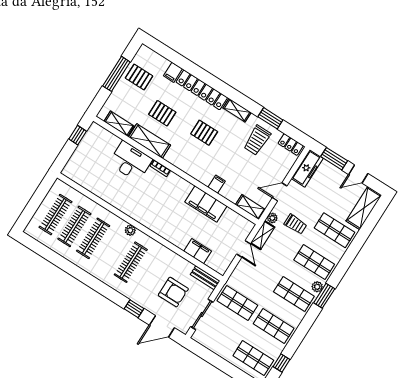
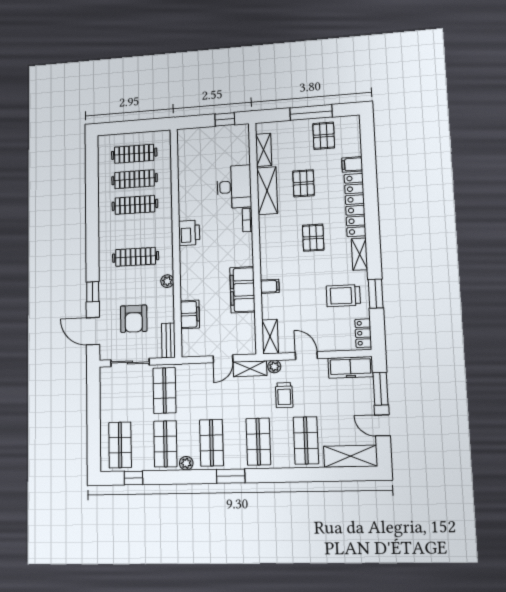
printer: (141, 214) -> (189, 233), added
plant: (130, 230) -> (167, 281), moved
plant: (317, 287) -> (186, 463), moved

